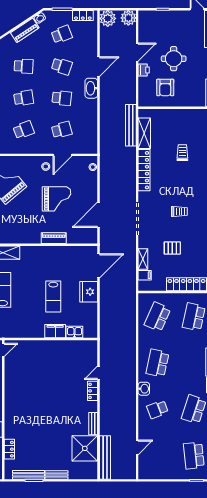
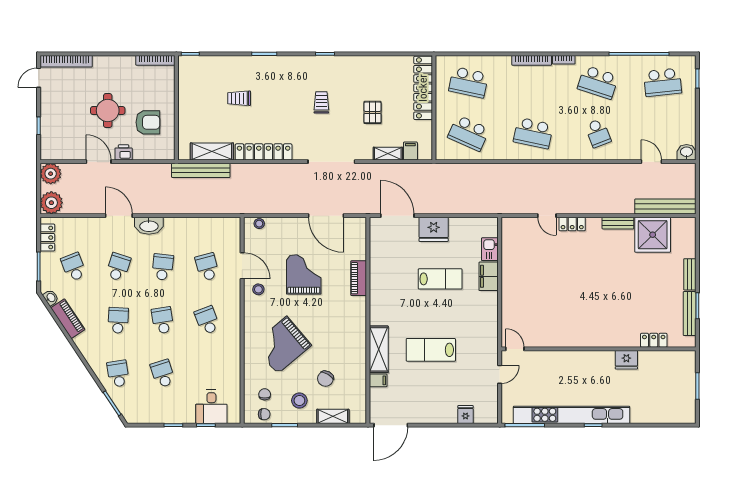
washbasin: (144, 389) -> (687, 152), moved

